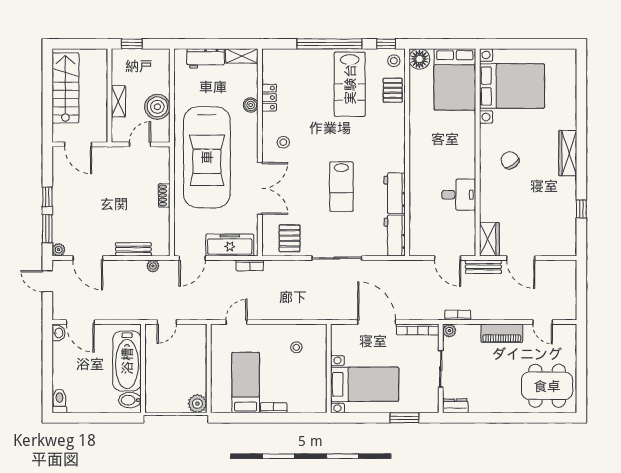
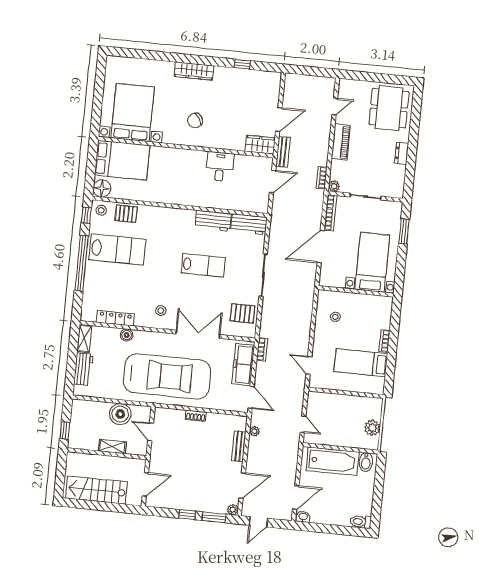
locker: (269, 98) -> (115, 318), width x1.53
plant: (197, 404) -> (372, 428), moved
dresser: (455, 406) -> (402, 153), moved

